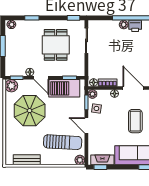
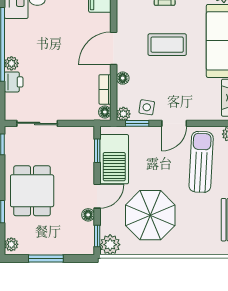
printer: (135, 26) -> (14, 82), moved
dining table: (56, 45) -> (32, 191), moved, turned 90

